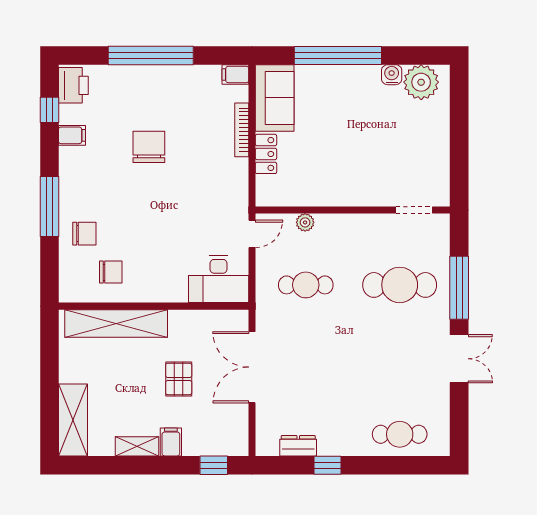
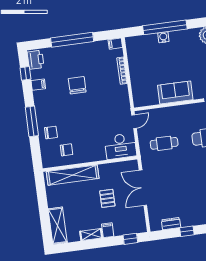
water cooler: (392, 75) -> (163, 37), moved
sofa: (275, 98) -> (175, 93), moved, turned -90
locker: (266, 154) -> (136, 81), removed
plant: (305, 222) -> (160, 112), removed

